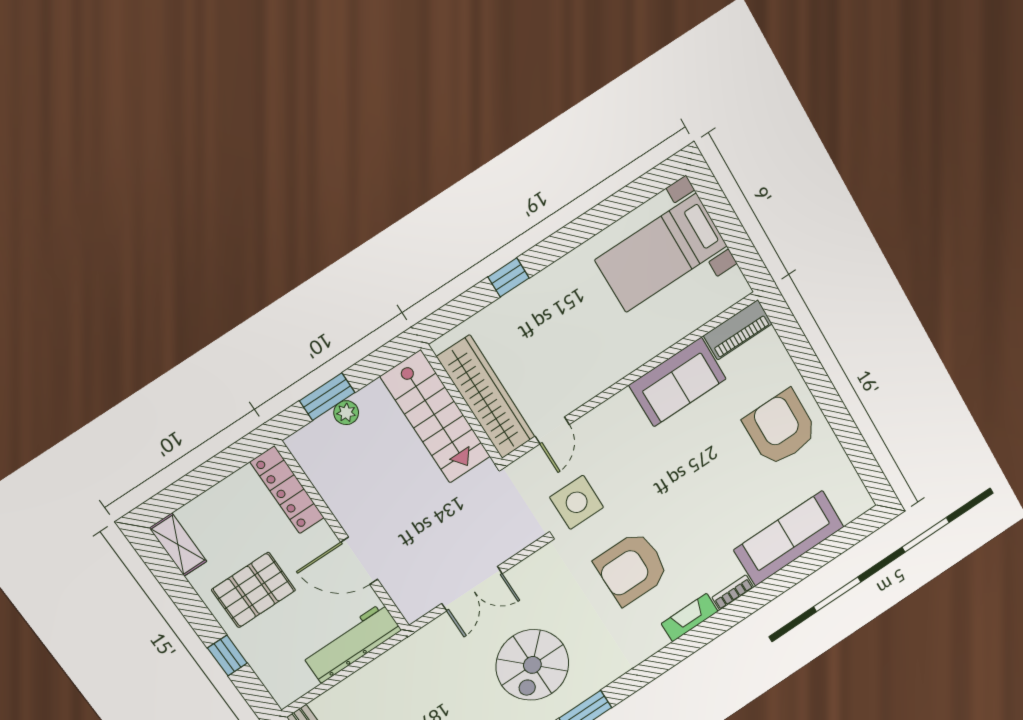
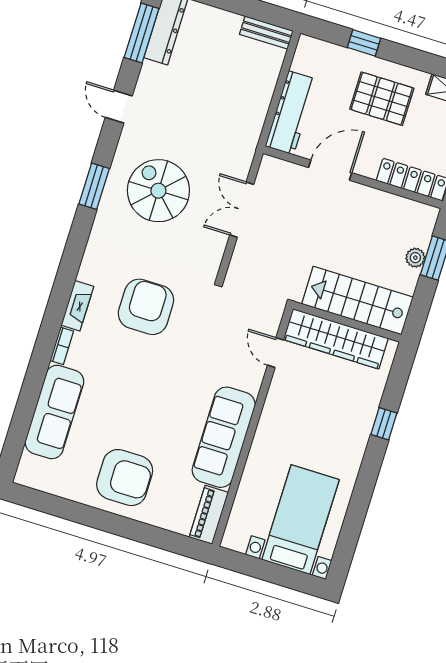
sofa: (678, 382) -> (224, 437), width x1.36
side table: (577, 502) -> (220, 320), removed
pallet: (254, 590) -> (382, 99), turned 90

